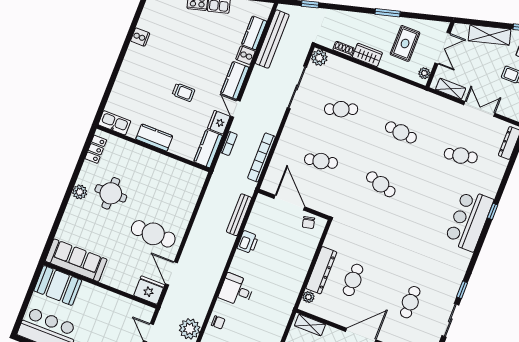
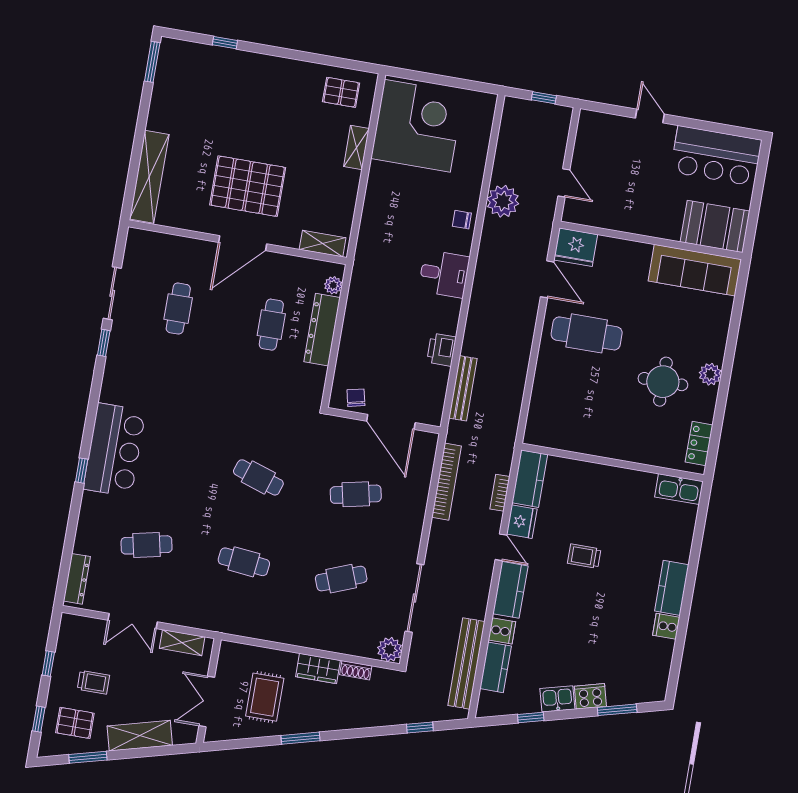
plant: (424, 73) -> (227, 658), removed
kitchen counter: (154, 138) -> (672, 588), moved, turned 90

